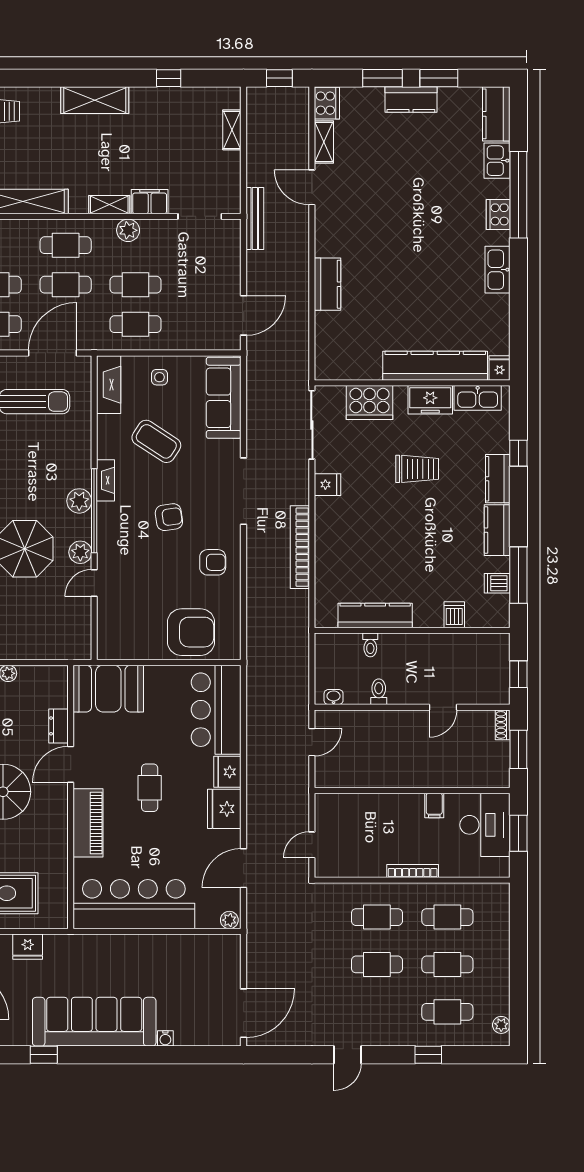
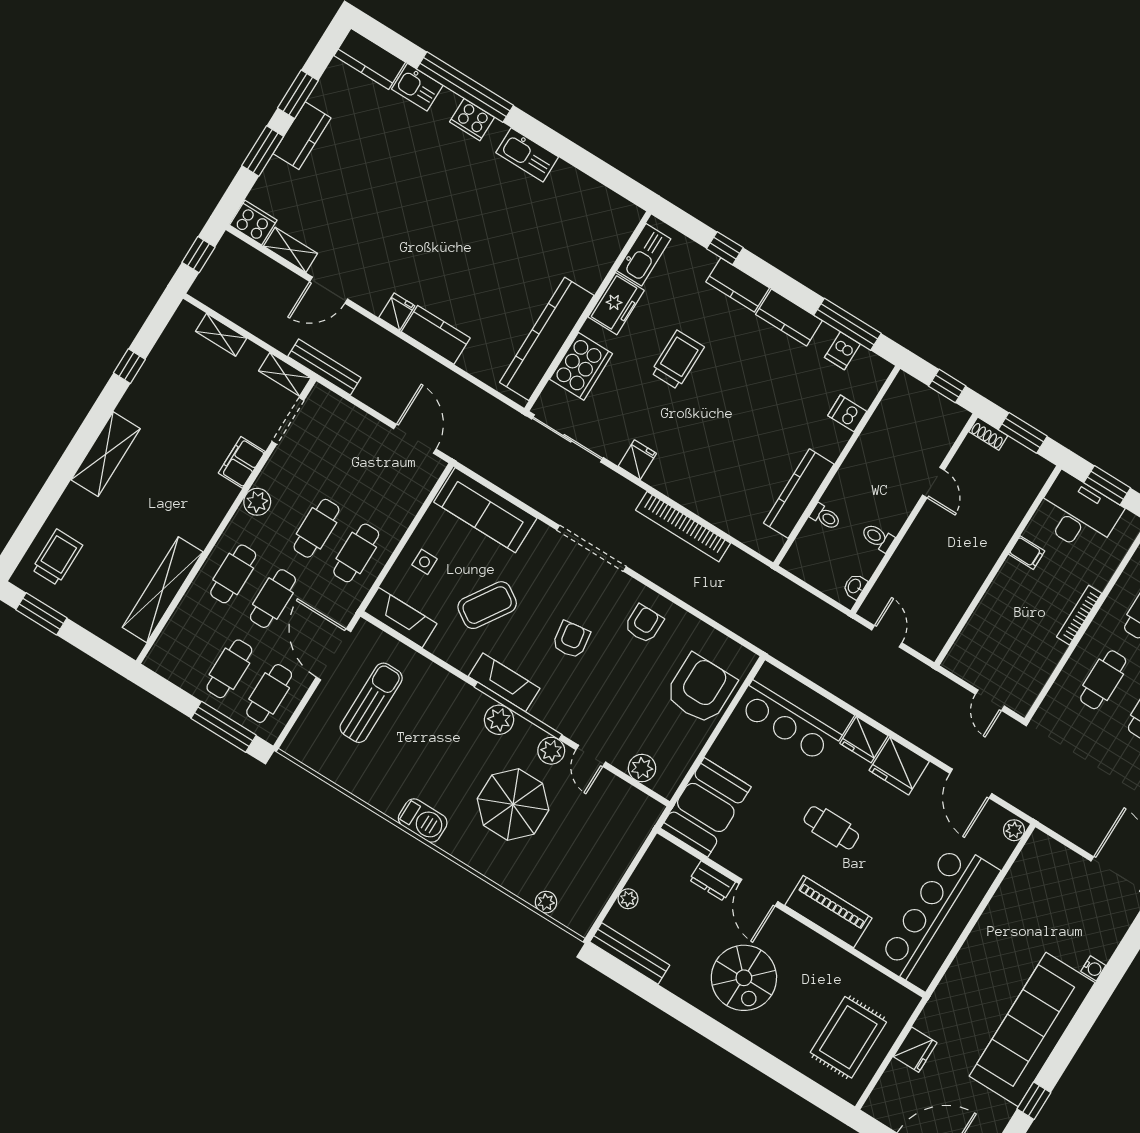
shelving: (109, 205) -> (285, 374), moved, turned 90
kitchen counter: (435, 366) -> (547, 339), moved
fridge: (500, 368) -> (397, 312), moved, turned 90
fireplace: (106, 480) -> (504, 682), width x1.37, depth x1.32
plant: (108, 625) -> (642, 768), added

